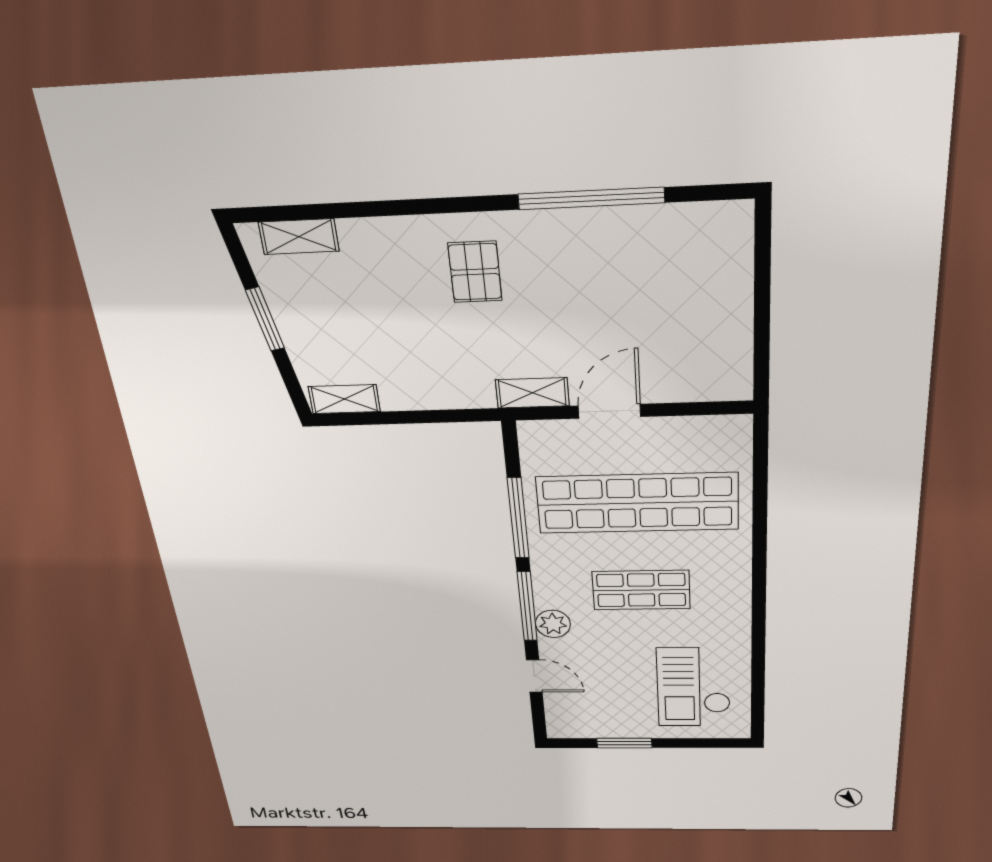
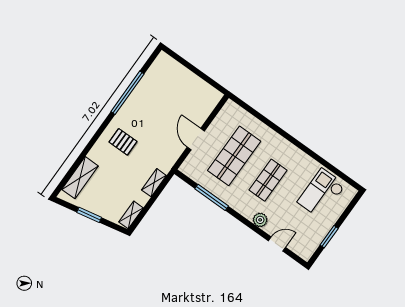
shelving: (299, 237) -> (80, 178), width x1.50, depth x1.33
shelving: (532, 393) -> (154, 183), moved
shop shelf: (637, 503) -> (234, 156), width x0.71
window: (527, 606) -> (247, 223), removed
checkout: (694, 687) -> (321, 194), turned 90

